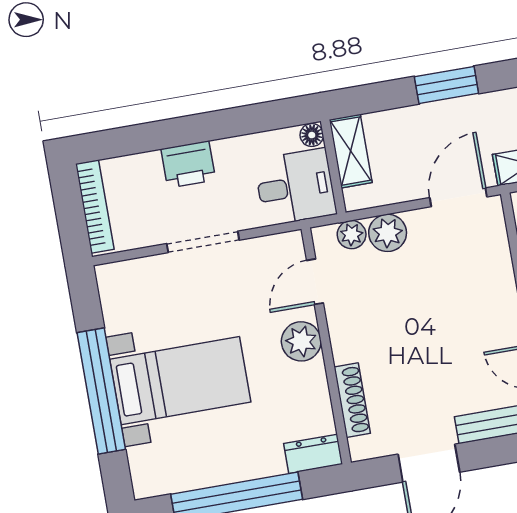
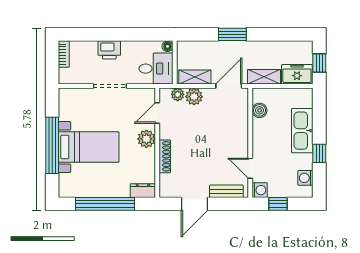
shelving: (351, 151) -> (195, 77), moved, turned 90
bookcase: (95, 207) -> (64, 54), width x0.64
shoe rack: (352, 400) -> (165, 156), moved

